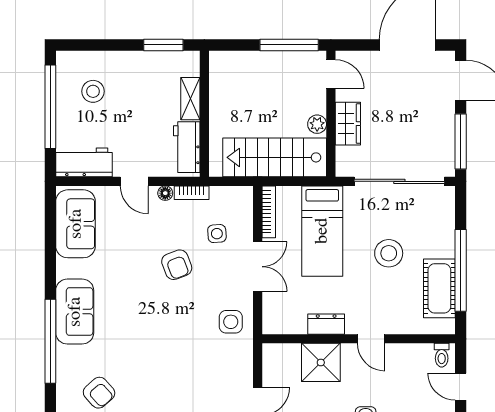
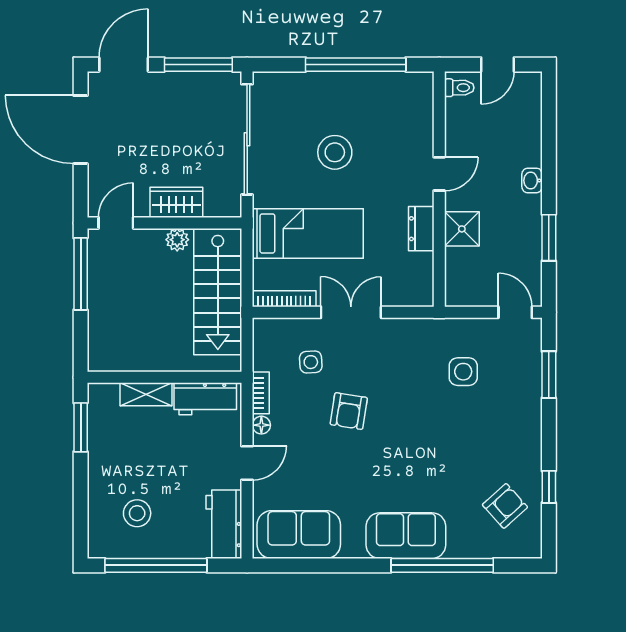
armchair: (177, 265) -> (349, 411), turned 120
cot: (439, 288) -> (378, 91), removed
side table: (231, 322) -> (463, 372), moved
shower: (321, 362) -> (462, 229), width x0.73, depth x0.73

